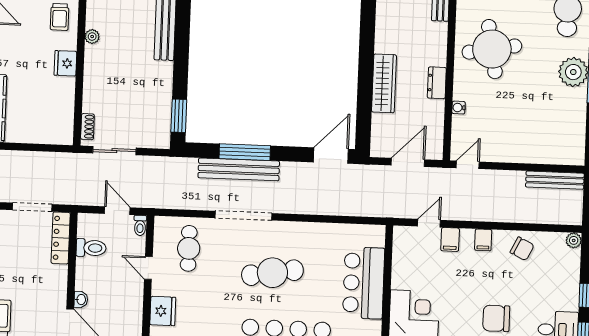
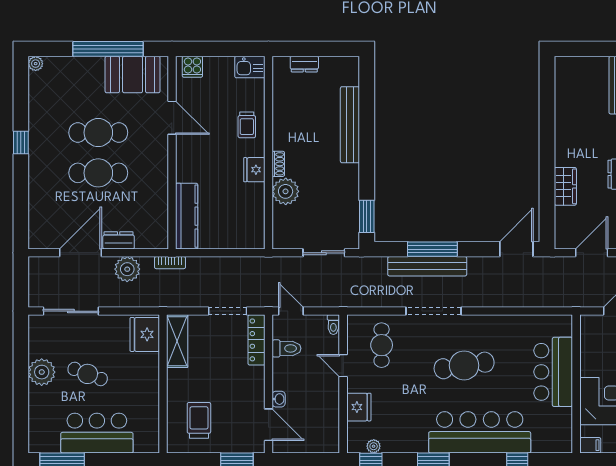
plant: (92, 37) -> (286, 191), moved, width x1.88, depth x1.88
wardrobe: (384, 83) -> (565, 186), width x0.67
shoe rack: (87, 127) -> (278, 164), moved
sliding door: (114, 151) -> (324, 253), moved
door: (117, 211) -> (291, 311), moved

